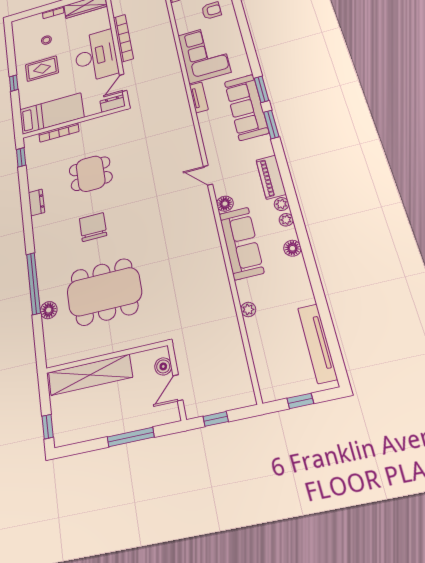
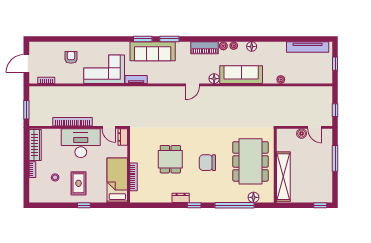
window: (21, 157) -> (194, 205), moved
wall: (106, 357) -> (275, 166), moved
shelving: (90, 375) -> (283, 177), moved

